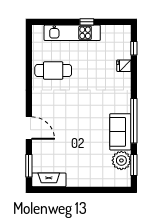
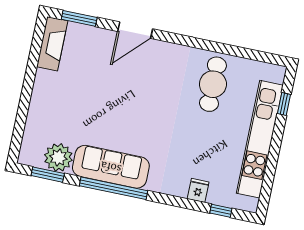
window: (87, 22) -> (284, 104), moved
kitchen unit: (72, 33) -> (260, 139), width x1.36
sofa: (120, 132) -> (111, 167), width x1.36

